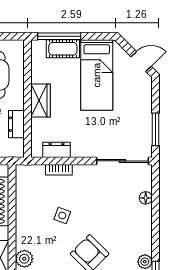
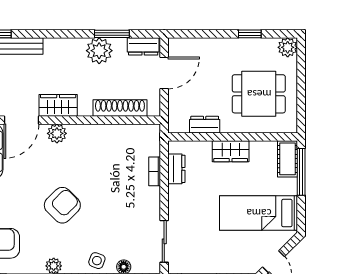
cot: (63, 49) -> (287, 159), moved
sliding door: (122, 161) -> (164, 241), width x0.73
side table: (62, 215) -> (97, 261), moved

